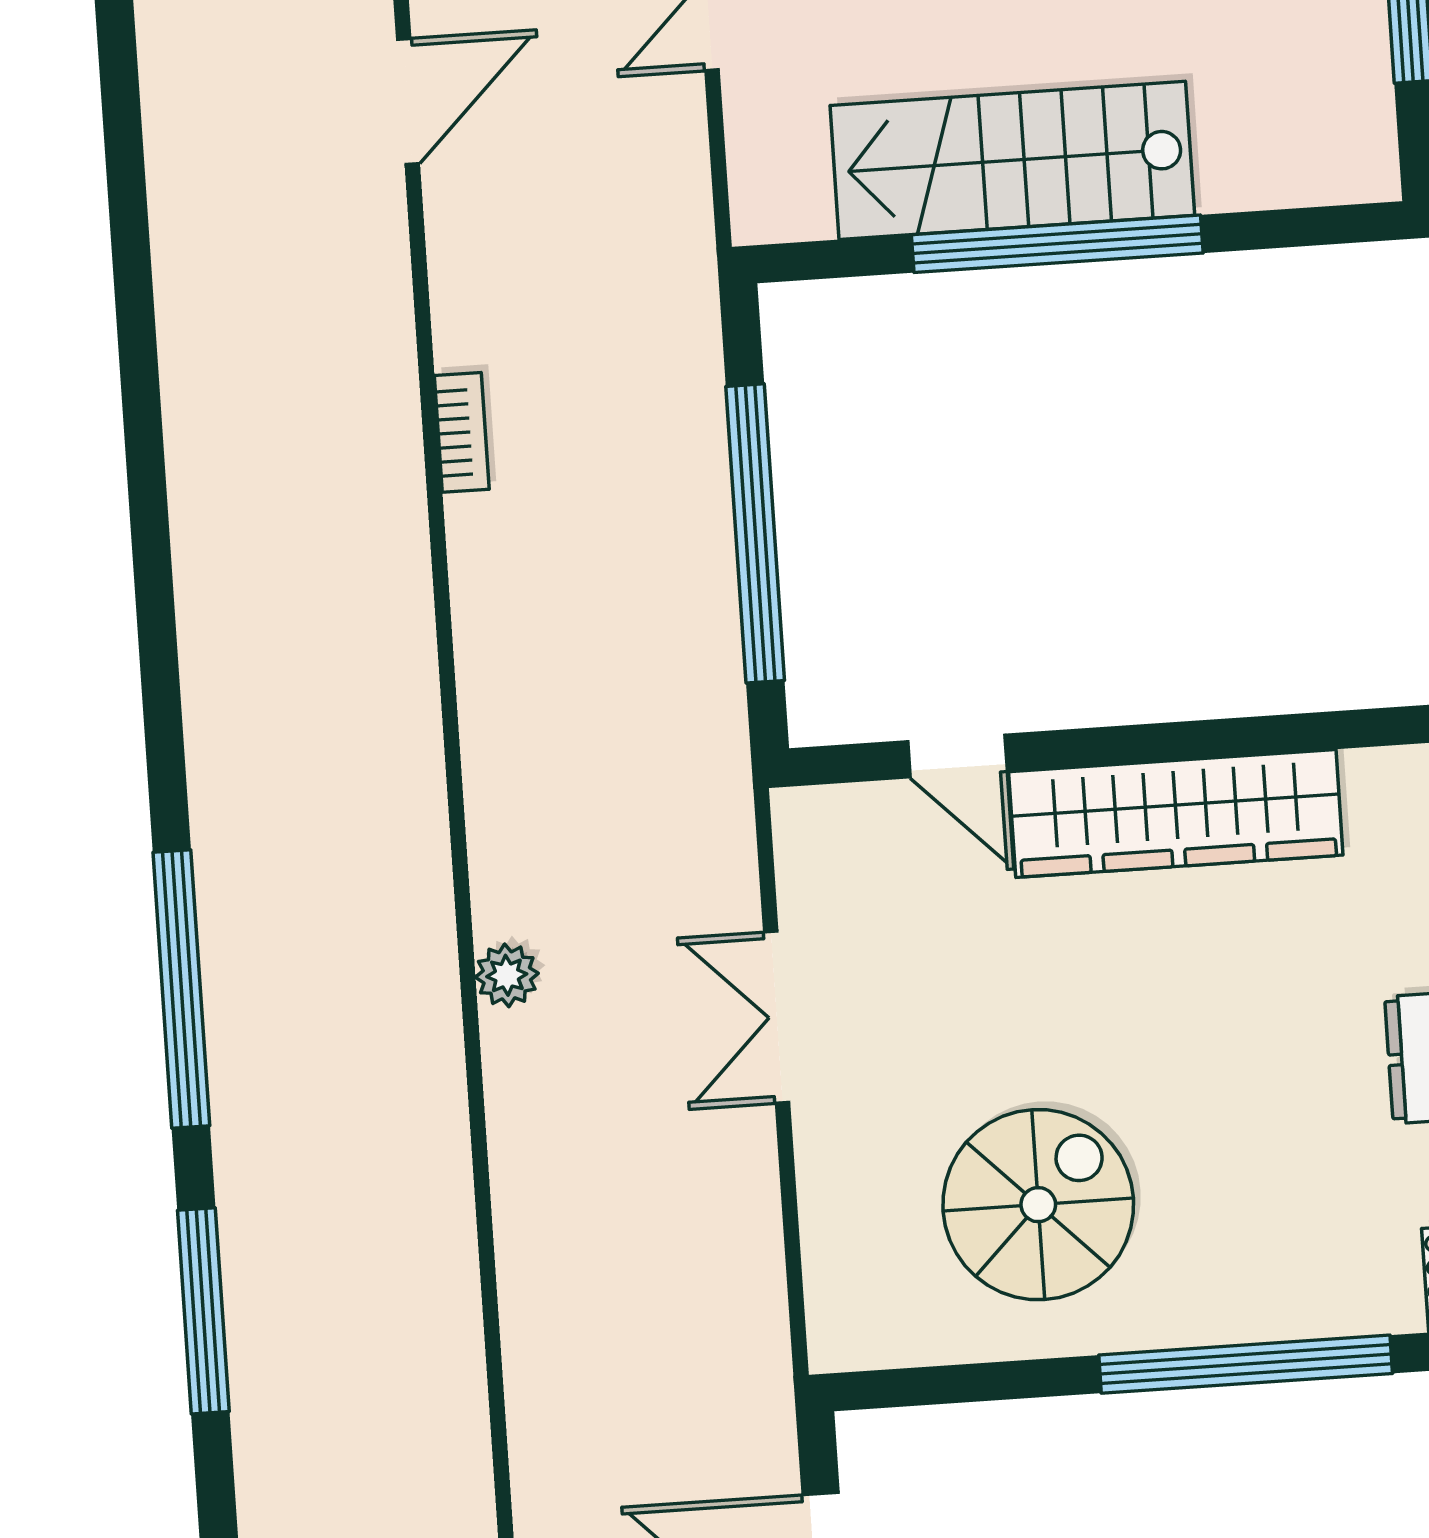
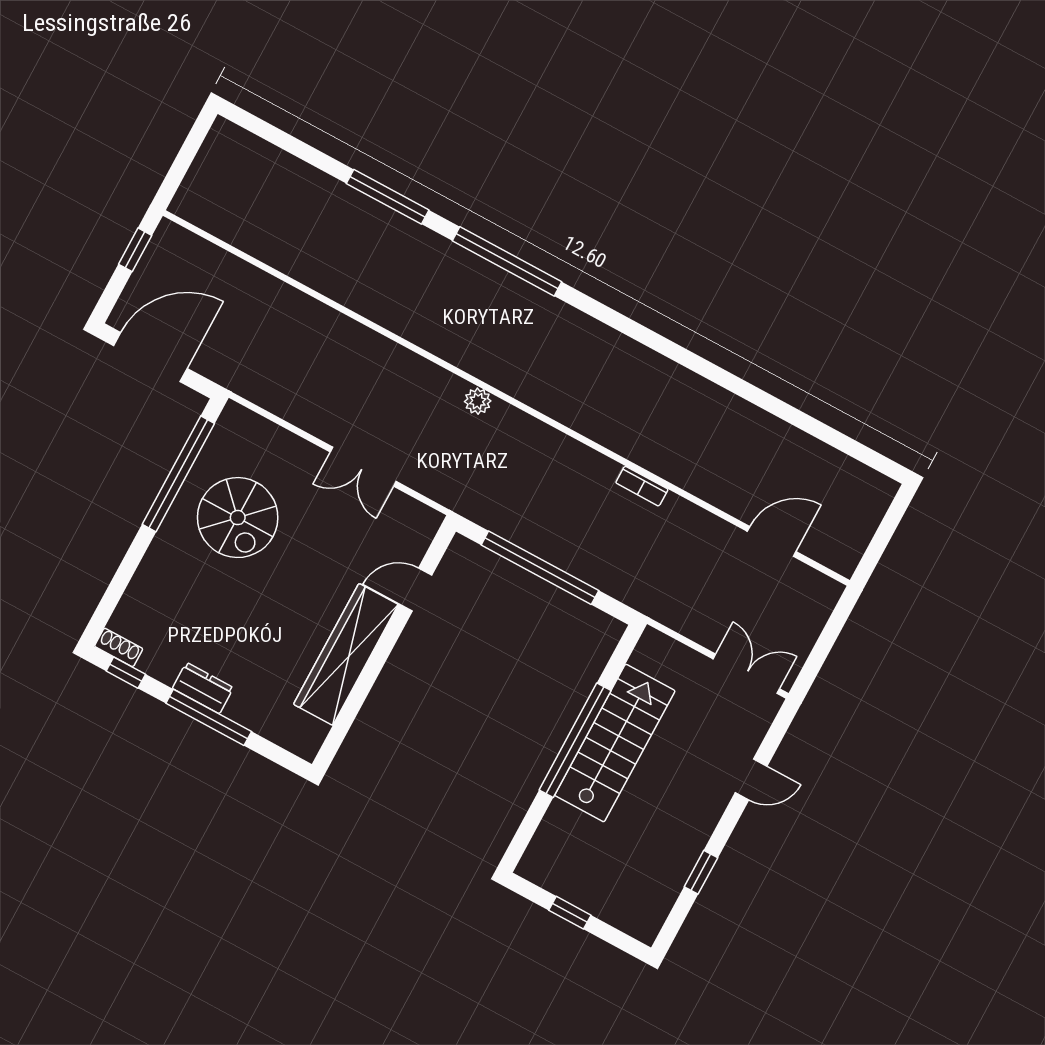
door: (408, 101) -> (772, 541), swing flipped
plant: (507, 975) -> (478, 401), moved
double door: (777, 1017) -> (363, 467), swing flipped
window: (1246, 1364) -> (178, 474), moved

